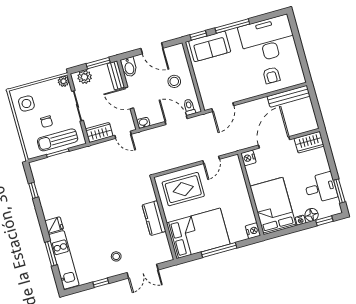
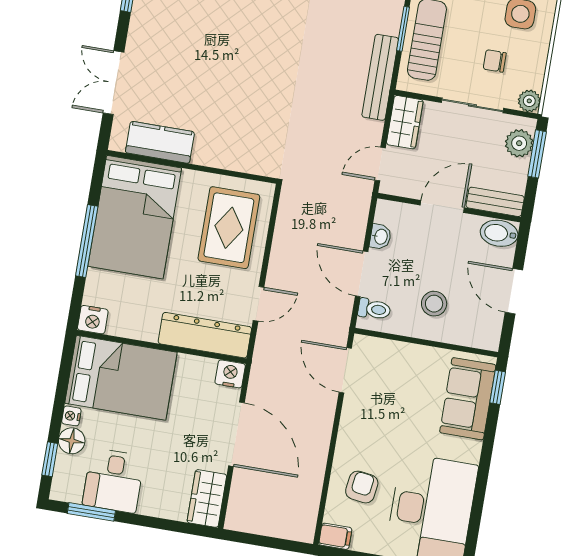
window: (232, 26) -> (486, 458), removed
door: (152, 48) -> (514, 291), hinge flipped
window: (98, 63) -> (537, 154), moved
armchair: (271, 75) -> (362, 487), turned 98
filing cabinet: (299, 77) -> (335, 536), added
bench: (289, 96) -> (380, 77), moved
door: (176, 120) -> (362, 274), swing flipped
chair: (47, 122) -> (495, 61), moved
washbasin: (143, 123) -> (380, 237), moved
door: (211, 160) -> (259, 304), swing flipped
dresser: (236, 177) -> (205, 335), added
kitchen counter: (154, 218) -> (160, 142), moved
stool: (116, 256) -> (163, 47), removed

